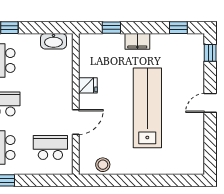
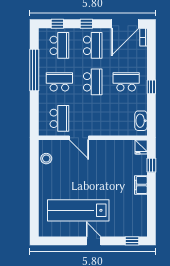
window: (178, 28) -> (151, 216), removed
fridge: (88, 85) -> (141, 147), moved
lab bench: (147, 108) -> (78, 210), moved, turned 180

